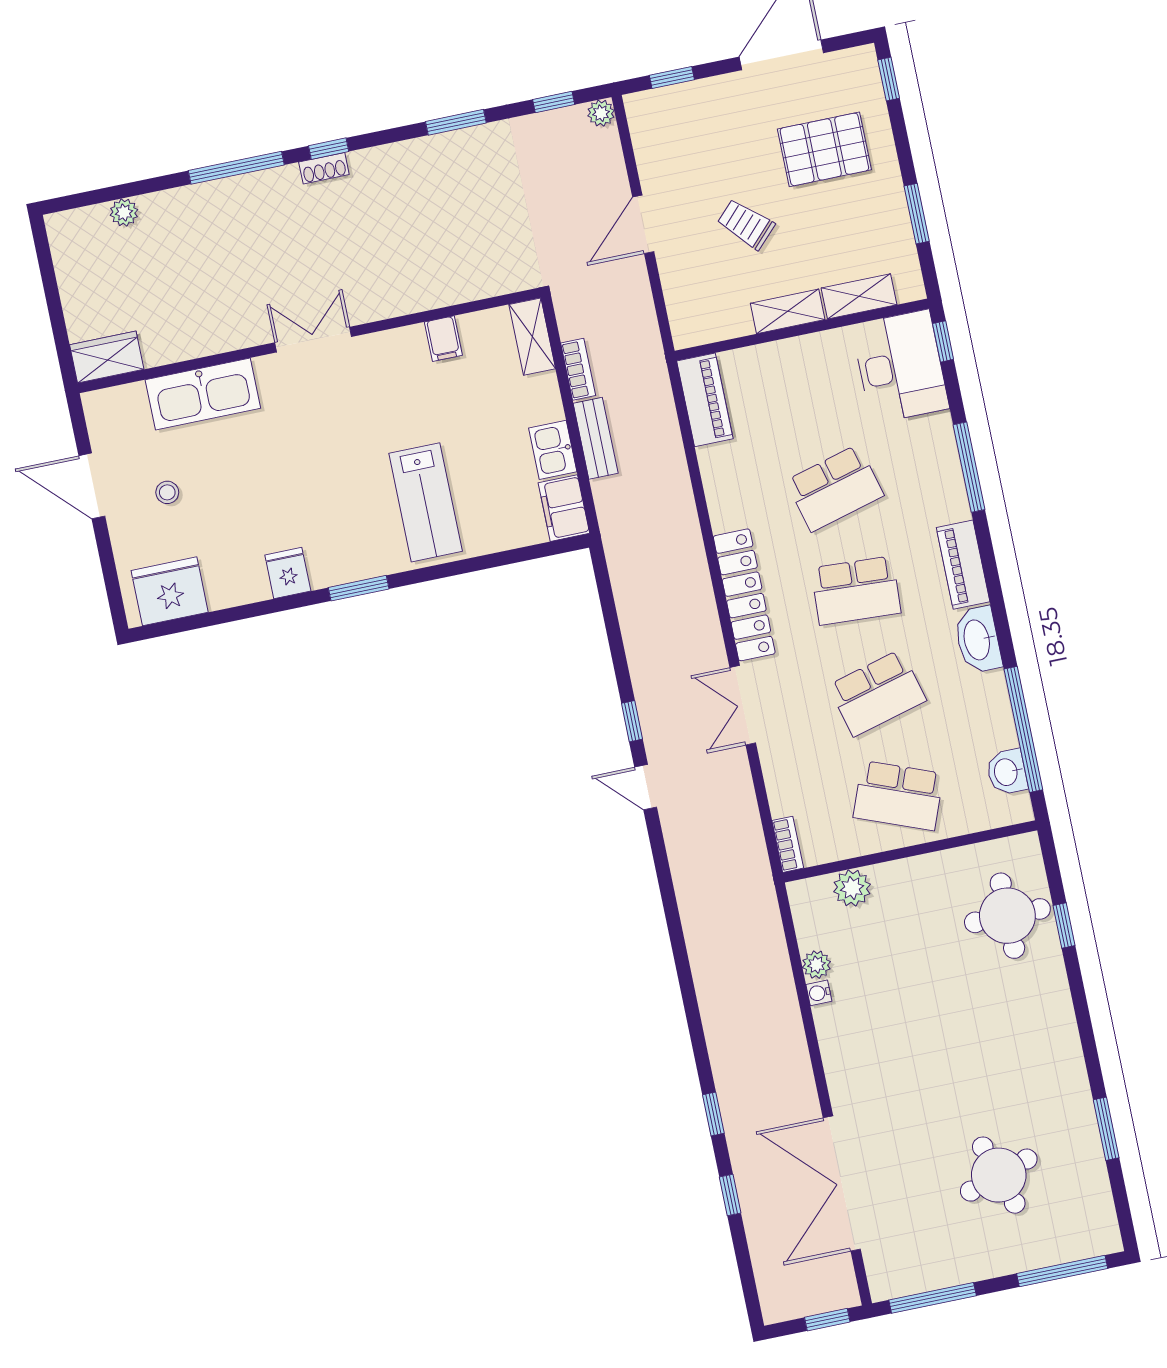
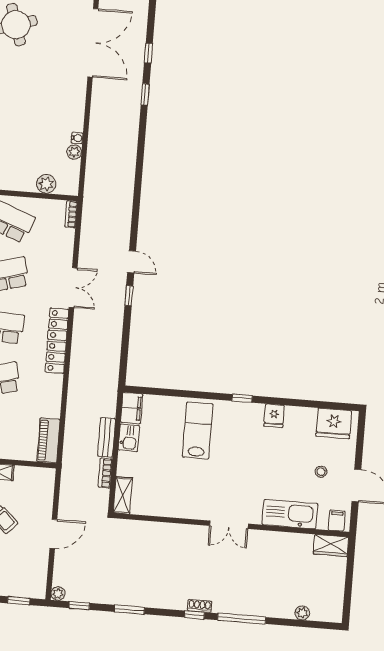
filing cabinet: (443, 339) -> (337, 521), moved
window: (359, 588) -> (242, 398), width x0.67

